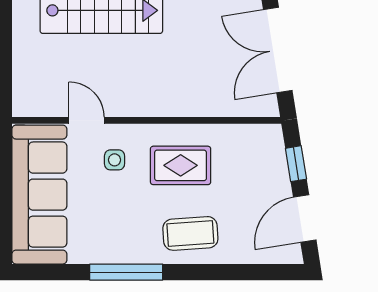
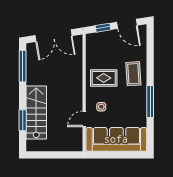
rug: (181, 165) -> (104, 78), turned 90

